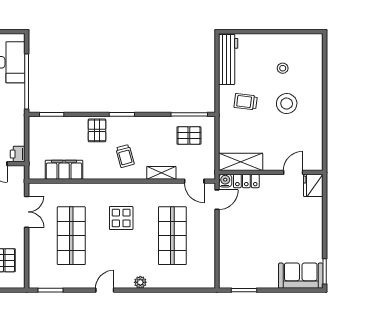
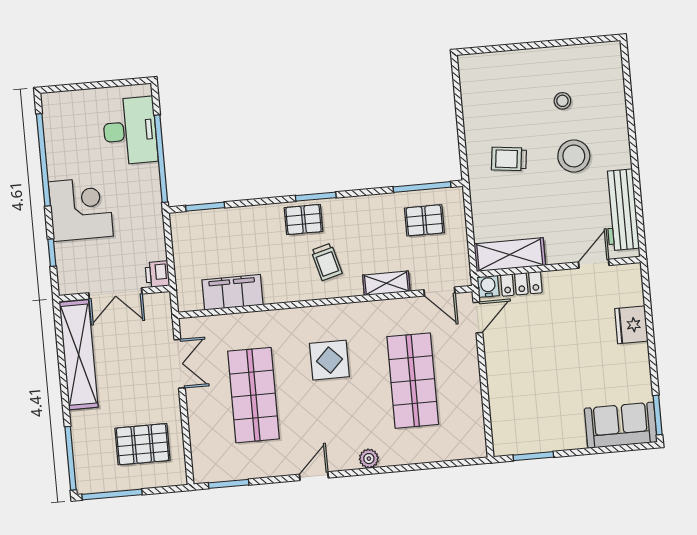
workbench: (228, 59) -> (621, 210), moved, turned 180
pallet: (97, 130) -> (304, 220), moved, turned 90
fridge: (313, 185) -> (631, 325), moved

